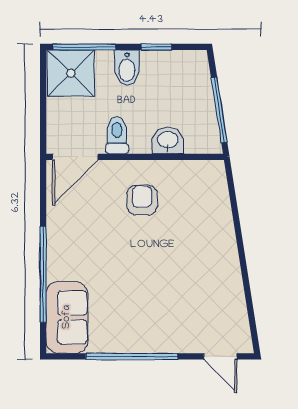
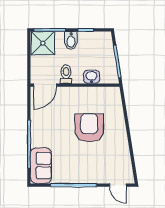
armchair: (142, 200) -> (89, 128), moved, width x1.88, depth x1.88

